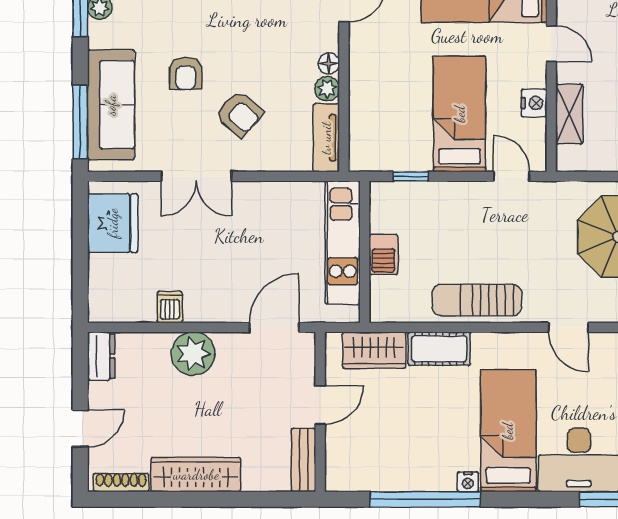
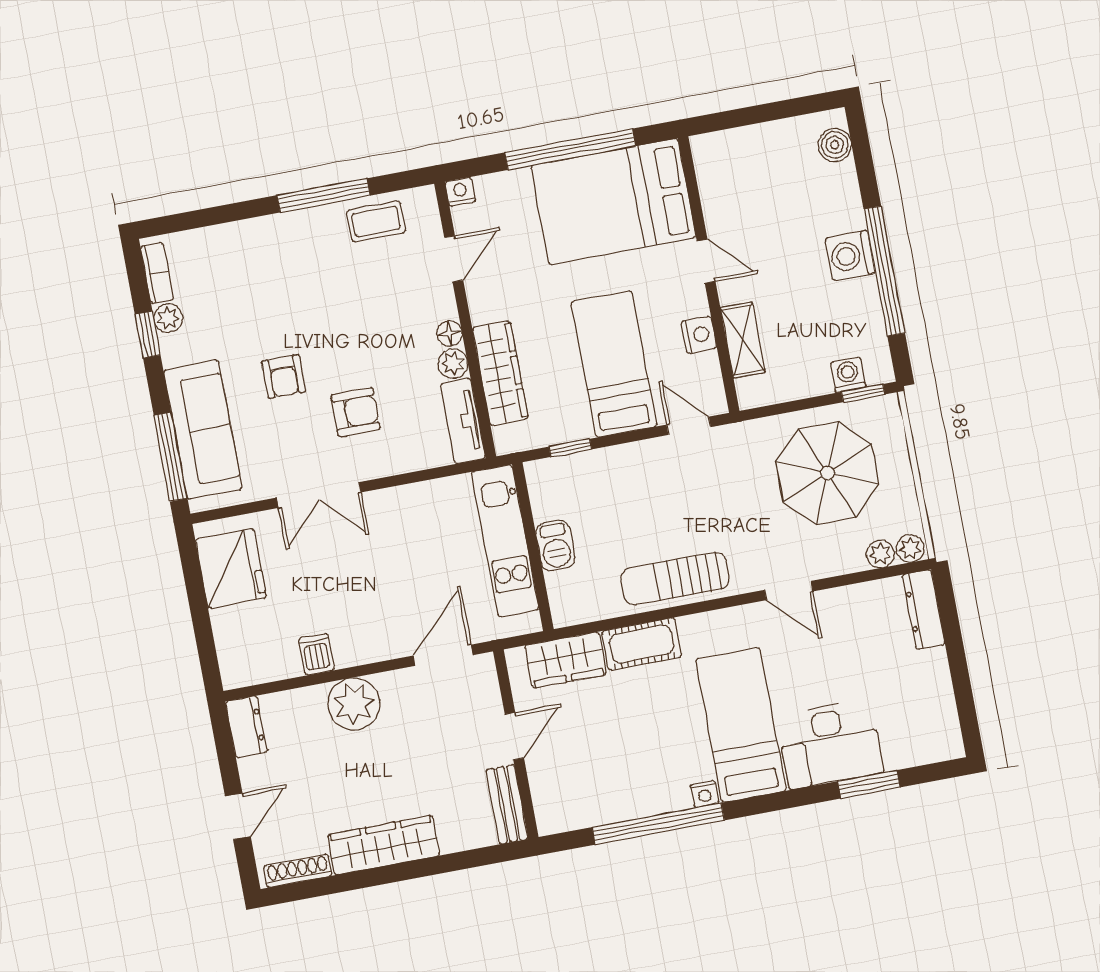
wardrobe: (365, 104) -> (500, 373), added
armchair: (239, 114) -> (356, 412), turned -41

